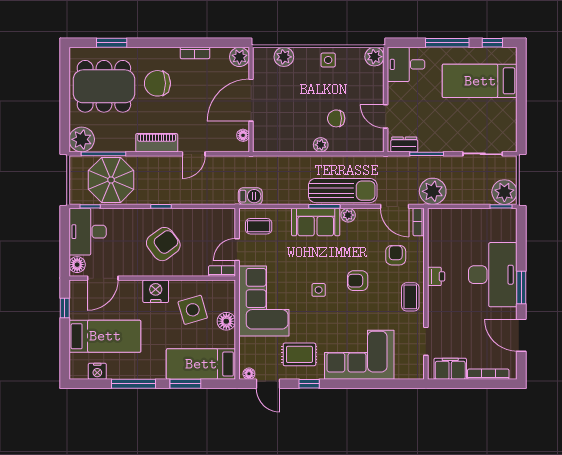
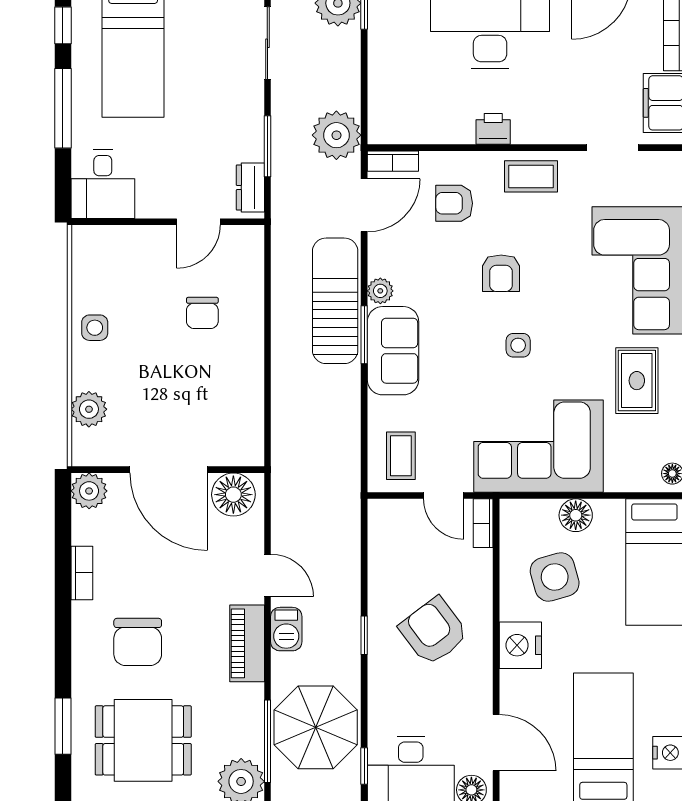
plant: (374, 57) -> (88, 242), removed
dining table: (104, 86) -> (143, 740), width x0.73
floor lamp: (243, 135) -> (233, 495), width x1.89, depth x1.89
plant: (321, 145) -> (251, 341), removed
barbecue: (250, 196) -> (286, 629), moved, turned 180

